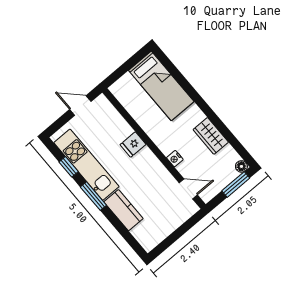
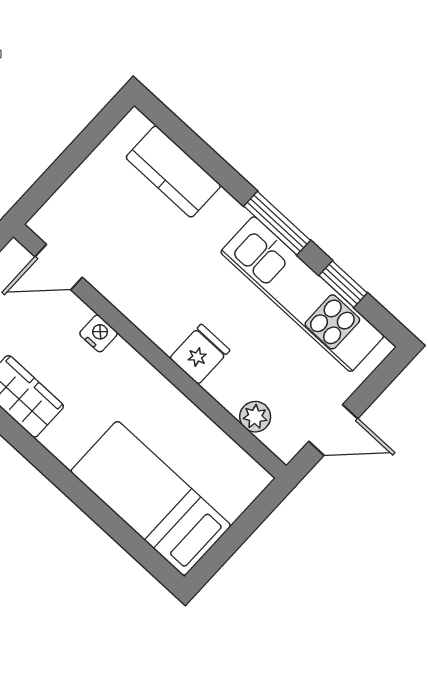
plant: (113, 115) -> (255, 417), added
kitchen counter: (124, 210) -> (173, 172), moved

